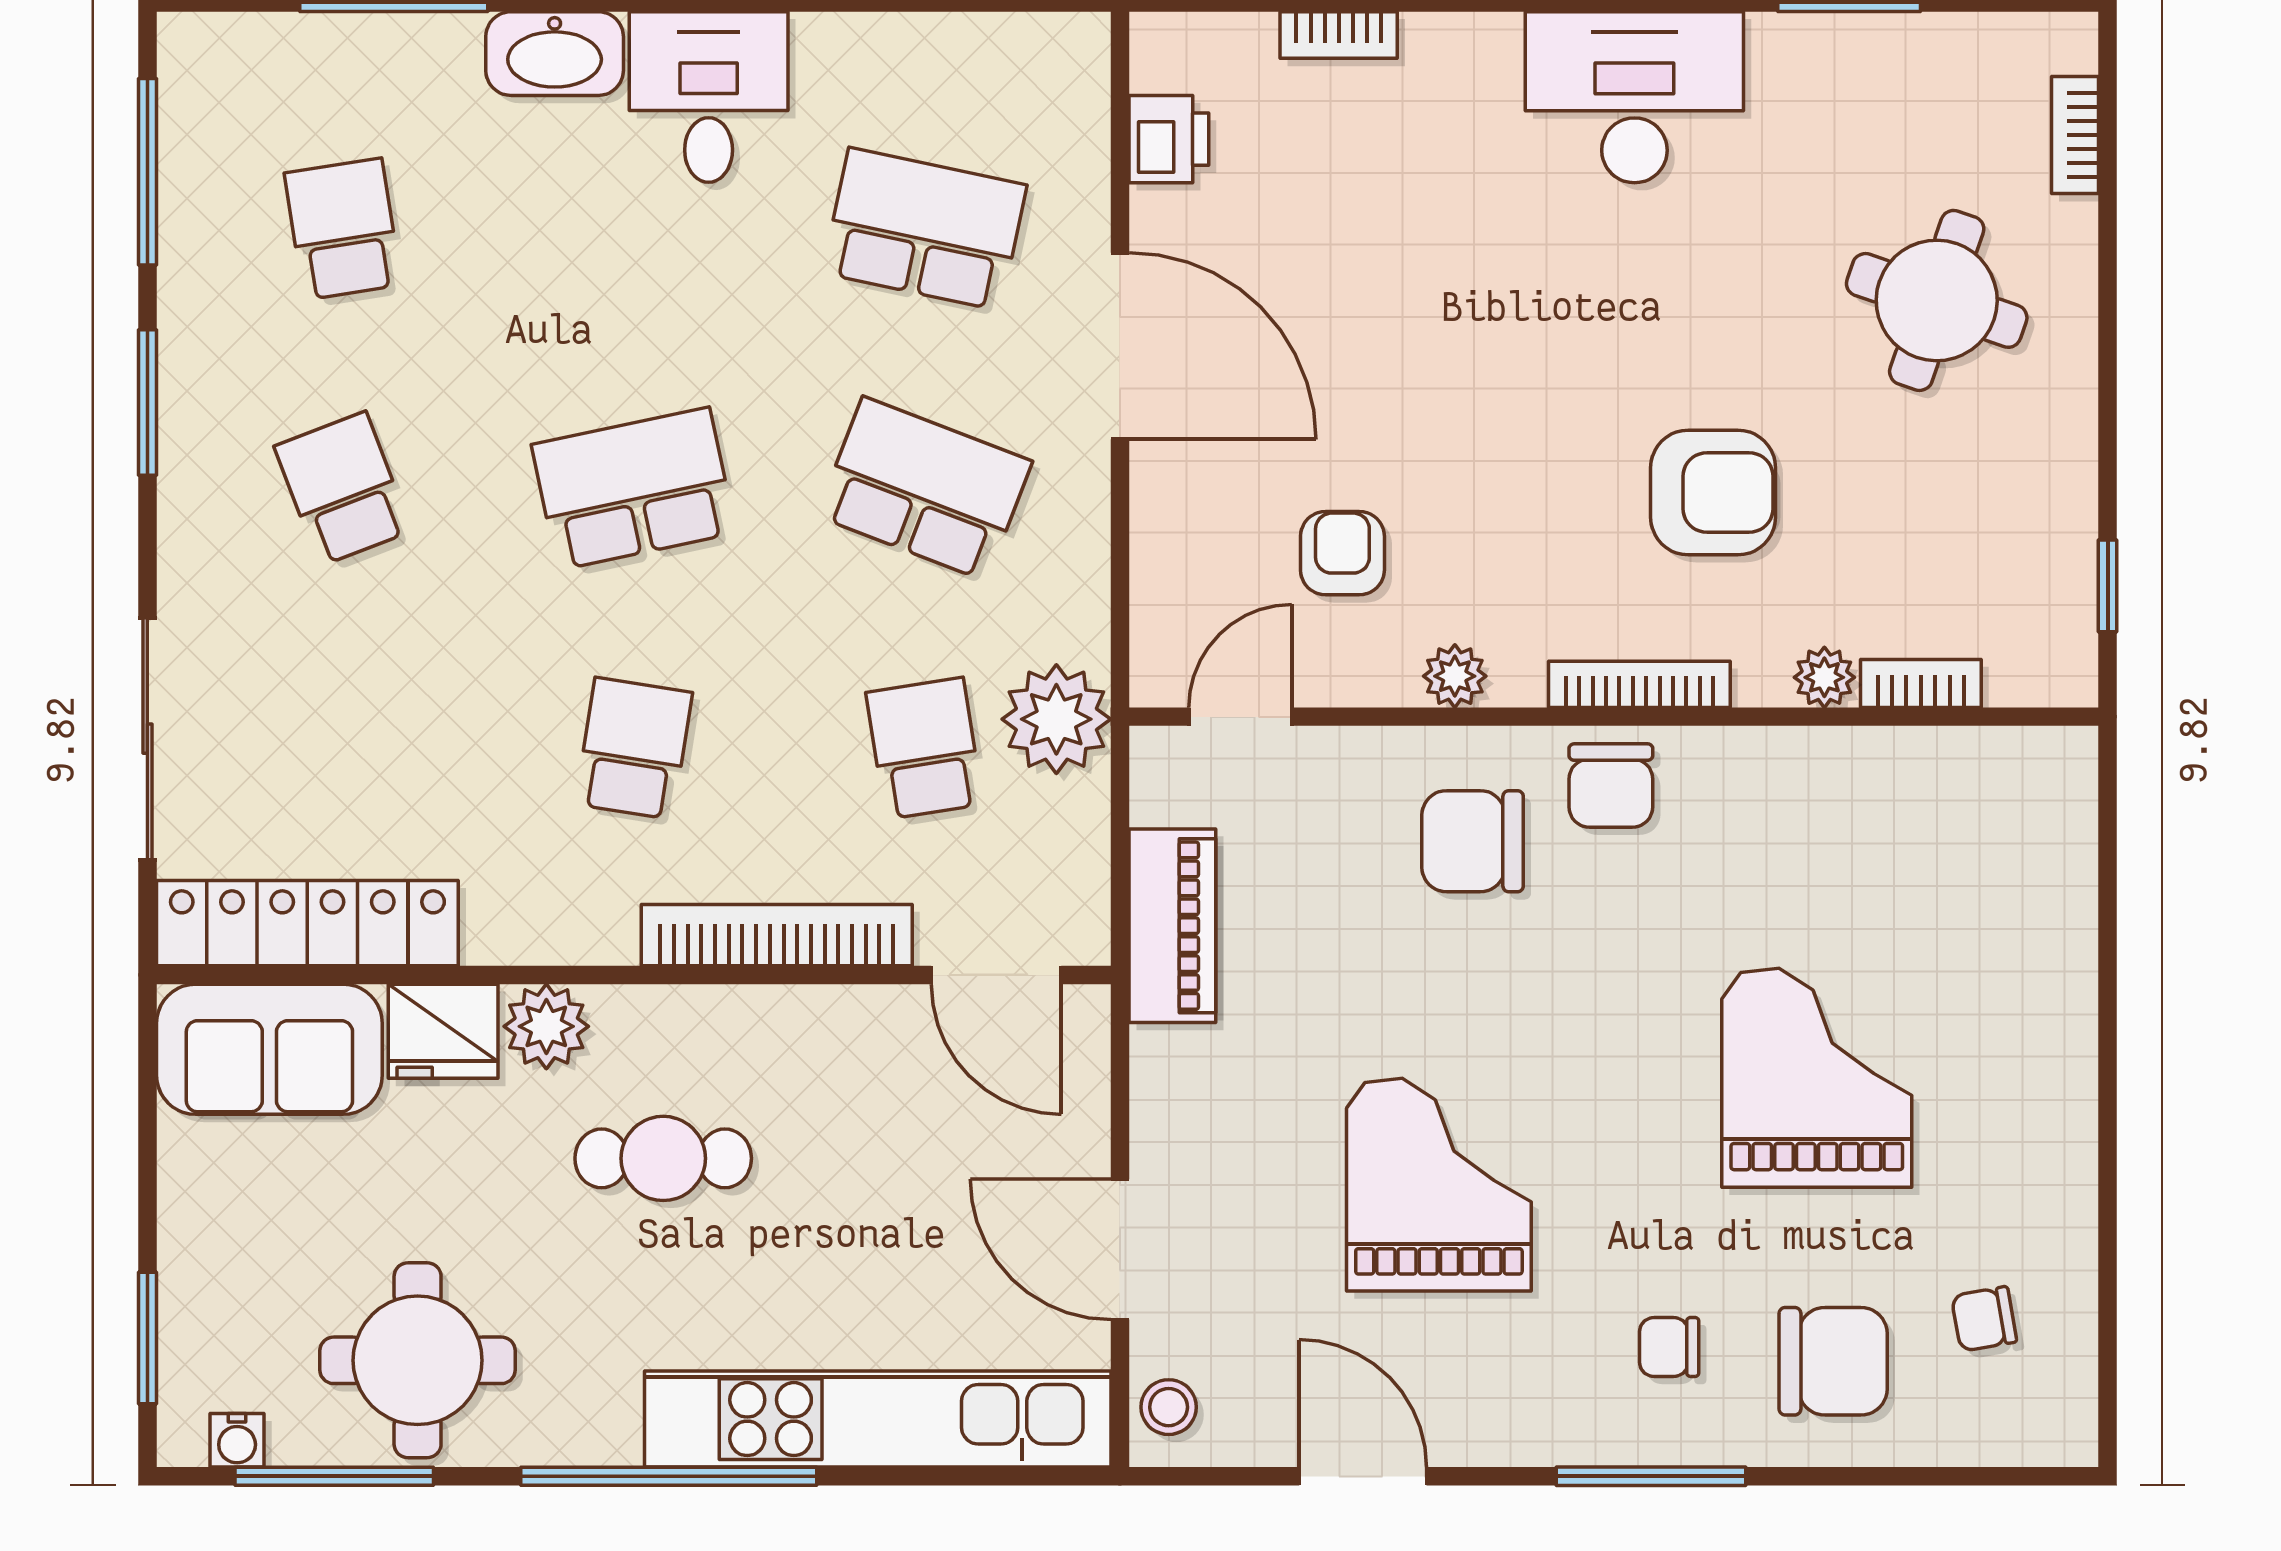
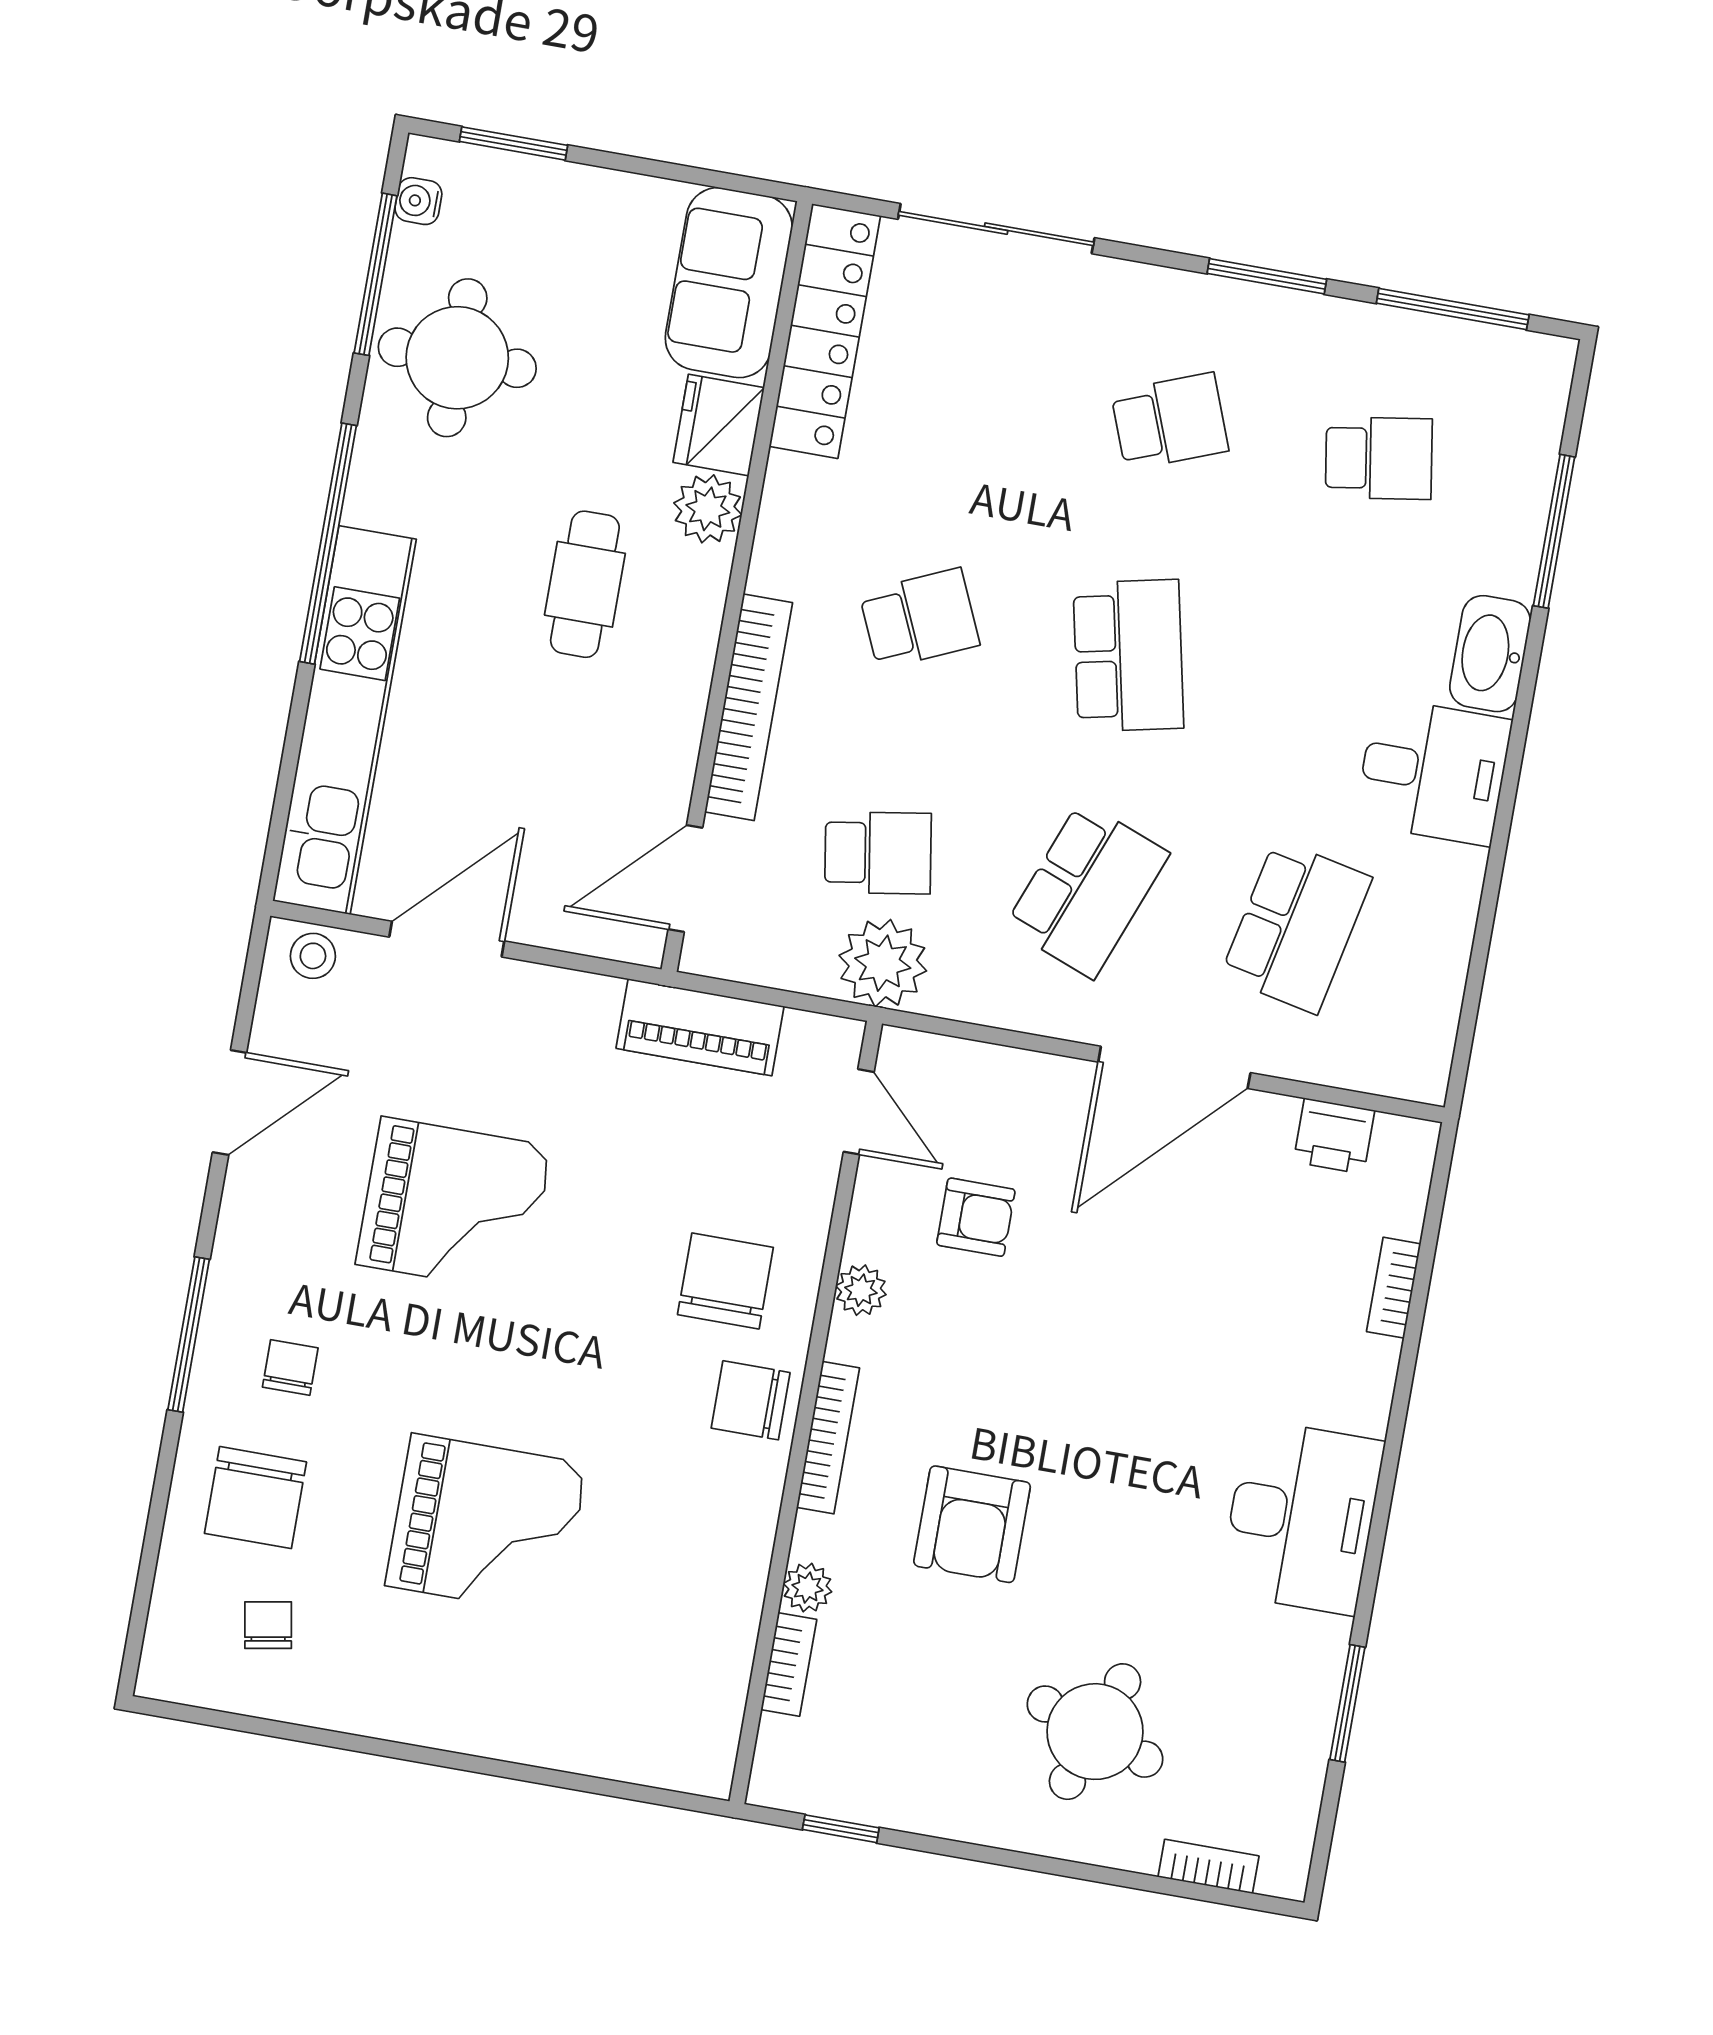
school desk: (634, 748) -> (919, 619), turned -33

